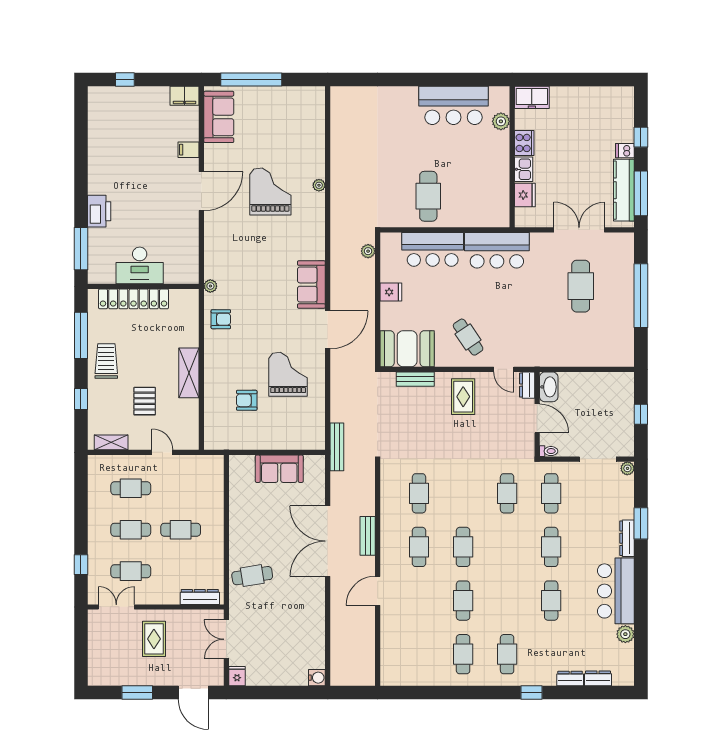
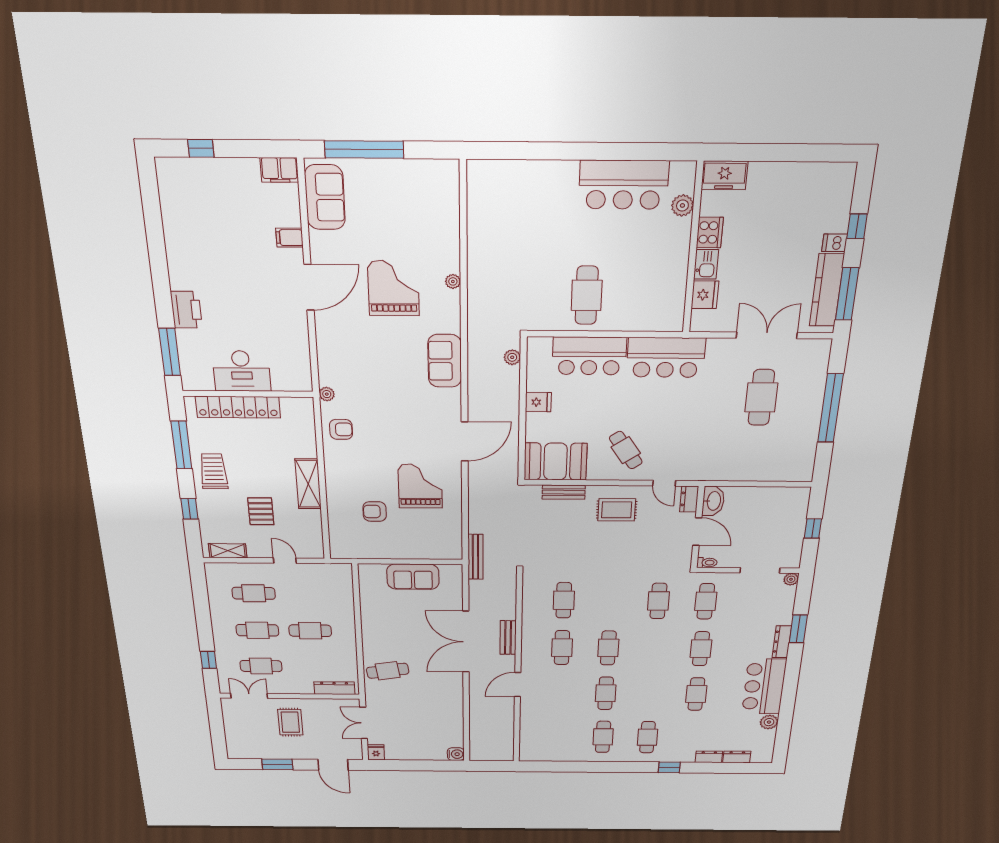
sofa: (311, 285) -> (445, 361), moved
rug: (463, 397) -> (617, 510), turned 90

